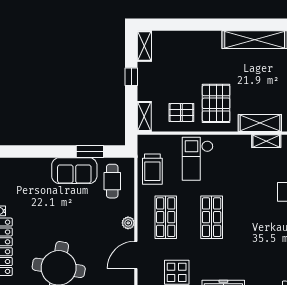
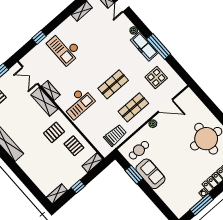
pallet: (216, 103) -> (54, 132), width x0.67, depth x0.71
checkout: (198, 159) -> (78, 103), moved

